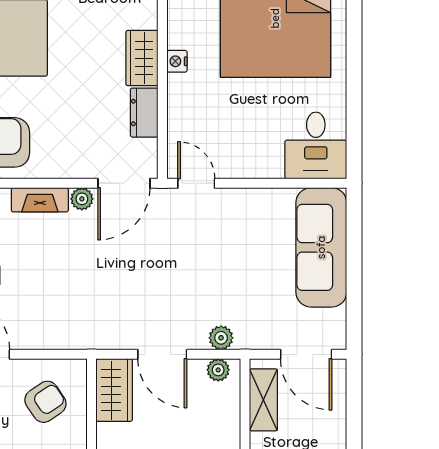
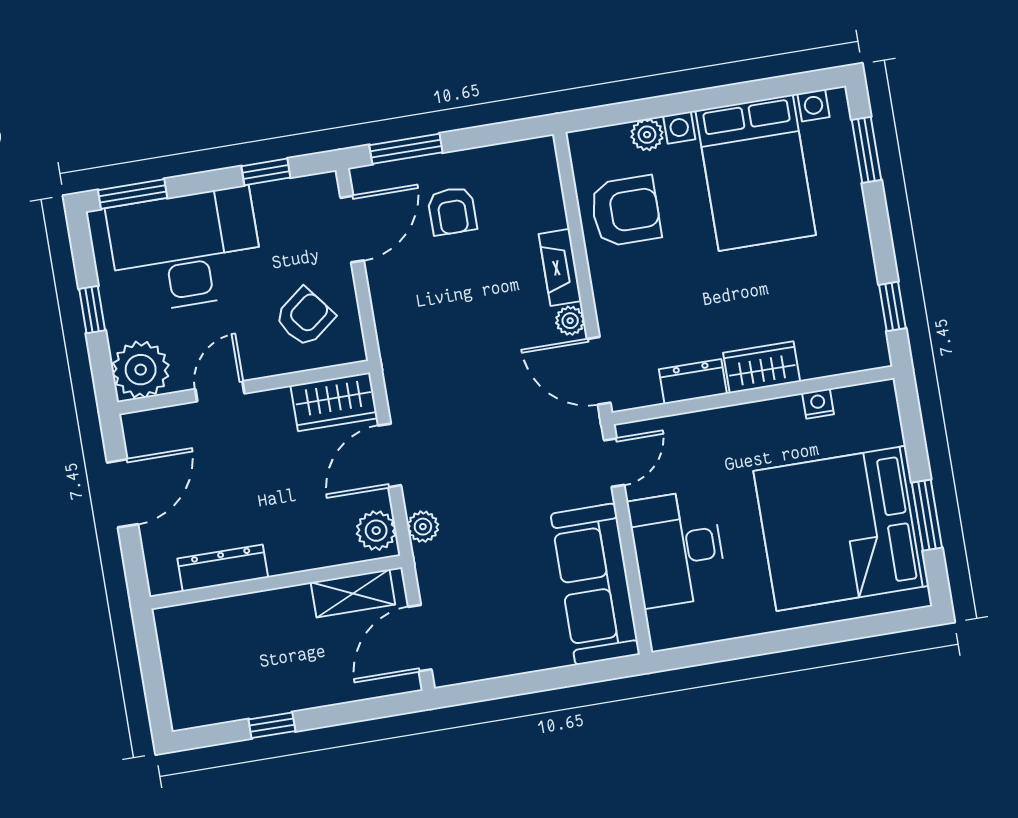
nightstand: (177, 61) -> (818, 404), moved
desk: (316, 145) -> (678, 549), moved, width x1.37
sofa: (321, 247) -> (595, 584), moved, turned -90
plant: (218, 370) -> (376, 531), width x1.38, depth x1.38
armchair: (45, 402) -> (305, 317), turned -94

